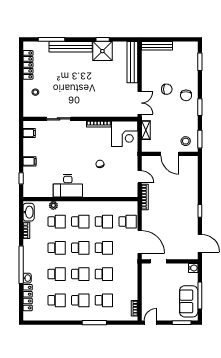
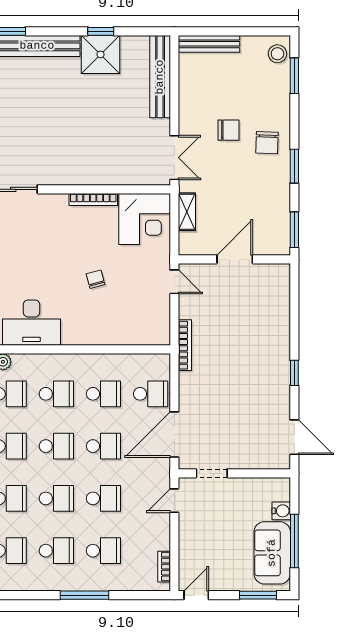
stool: (186, 141) -> (277, 54), moved
door: (170, 154) -> (235, 259), swing flipped
door: (140, 177) -> (174, 282), moved
door: (140, 242) -> (174, 435), swing flipped
water cooler: (193, 268) -> (281, 511), moved
door: (140, 275) -> (174, 501), added

